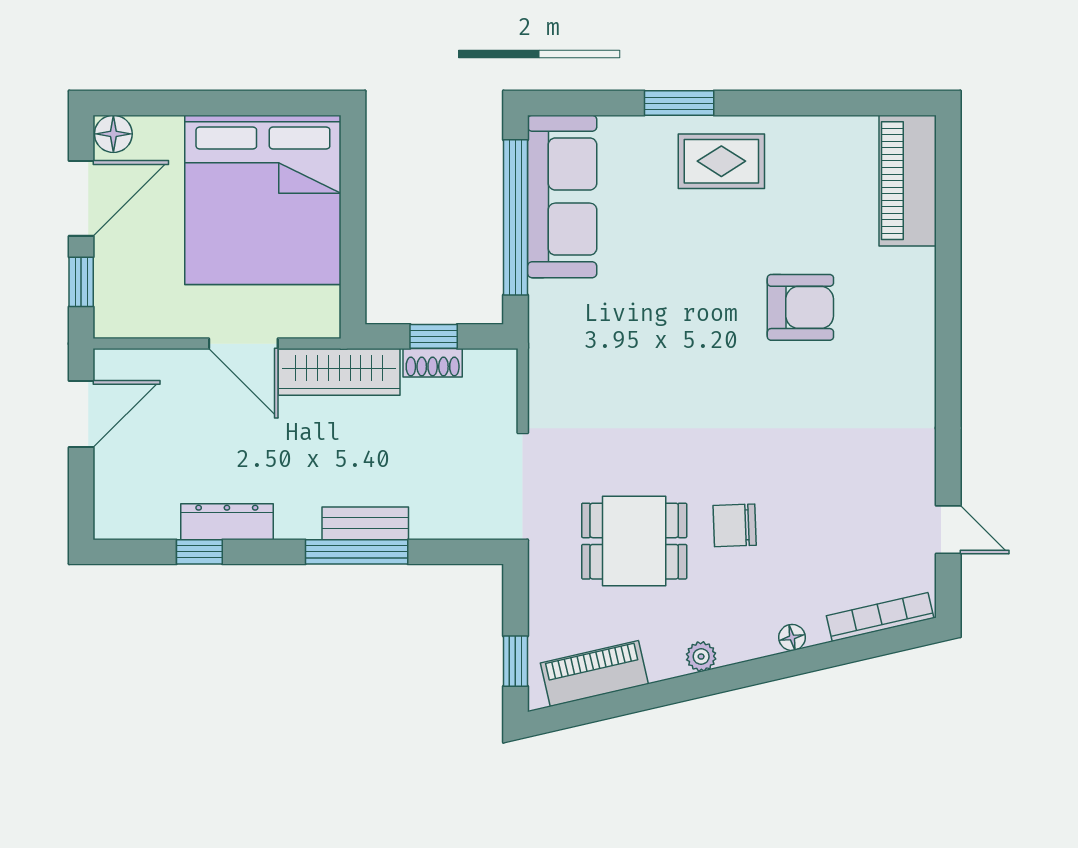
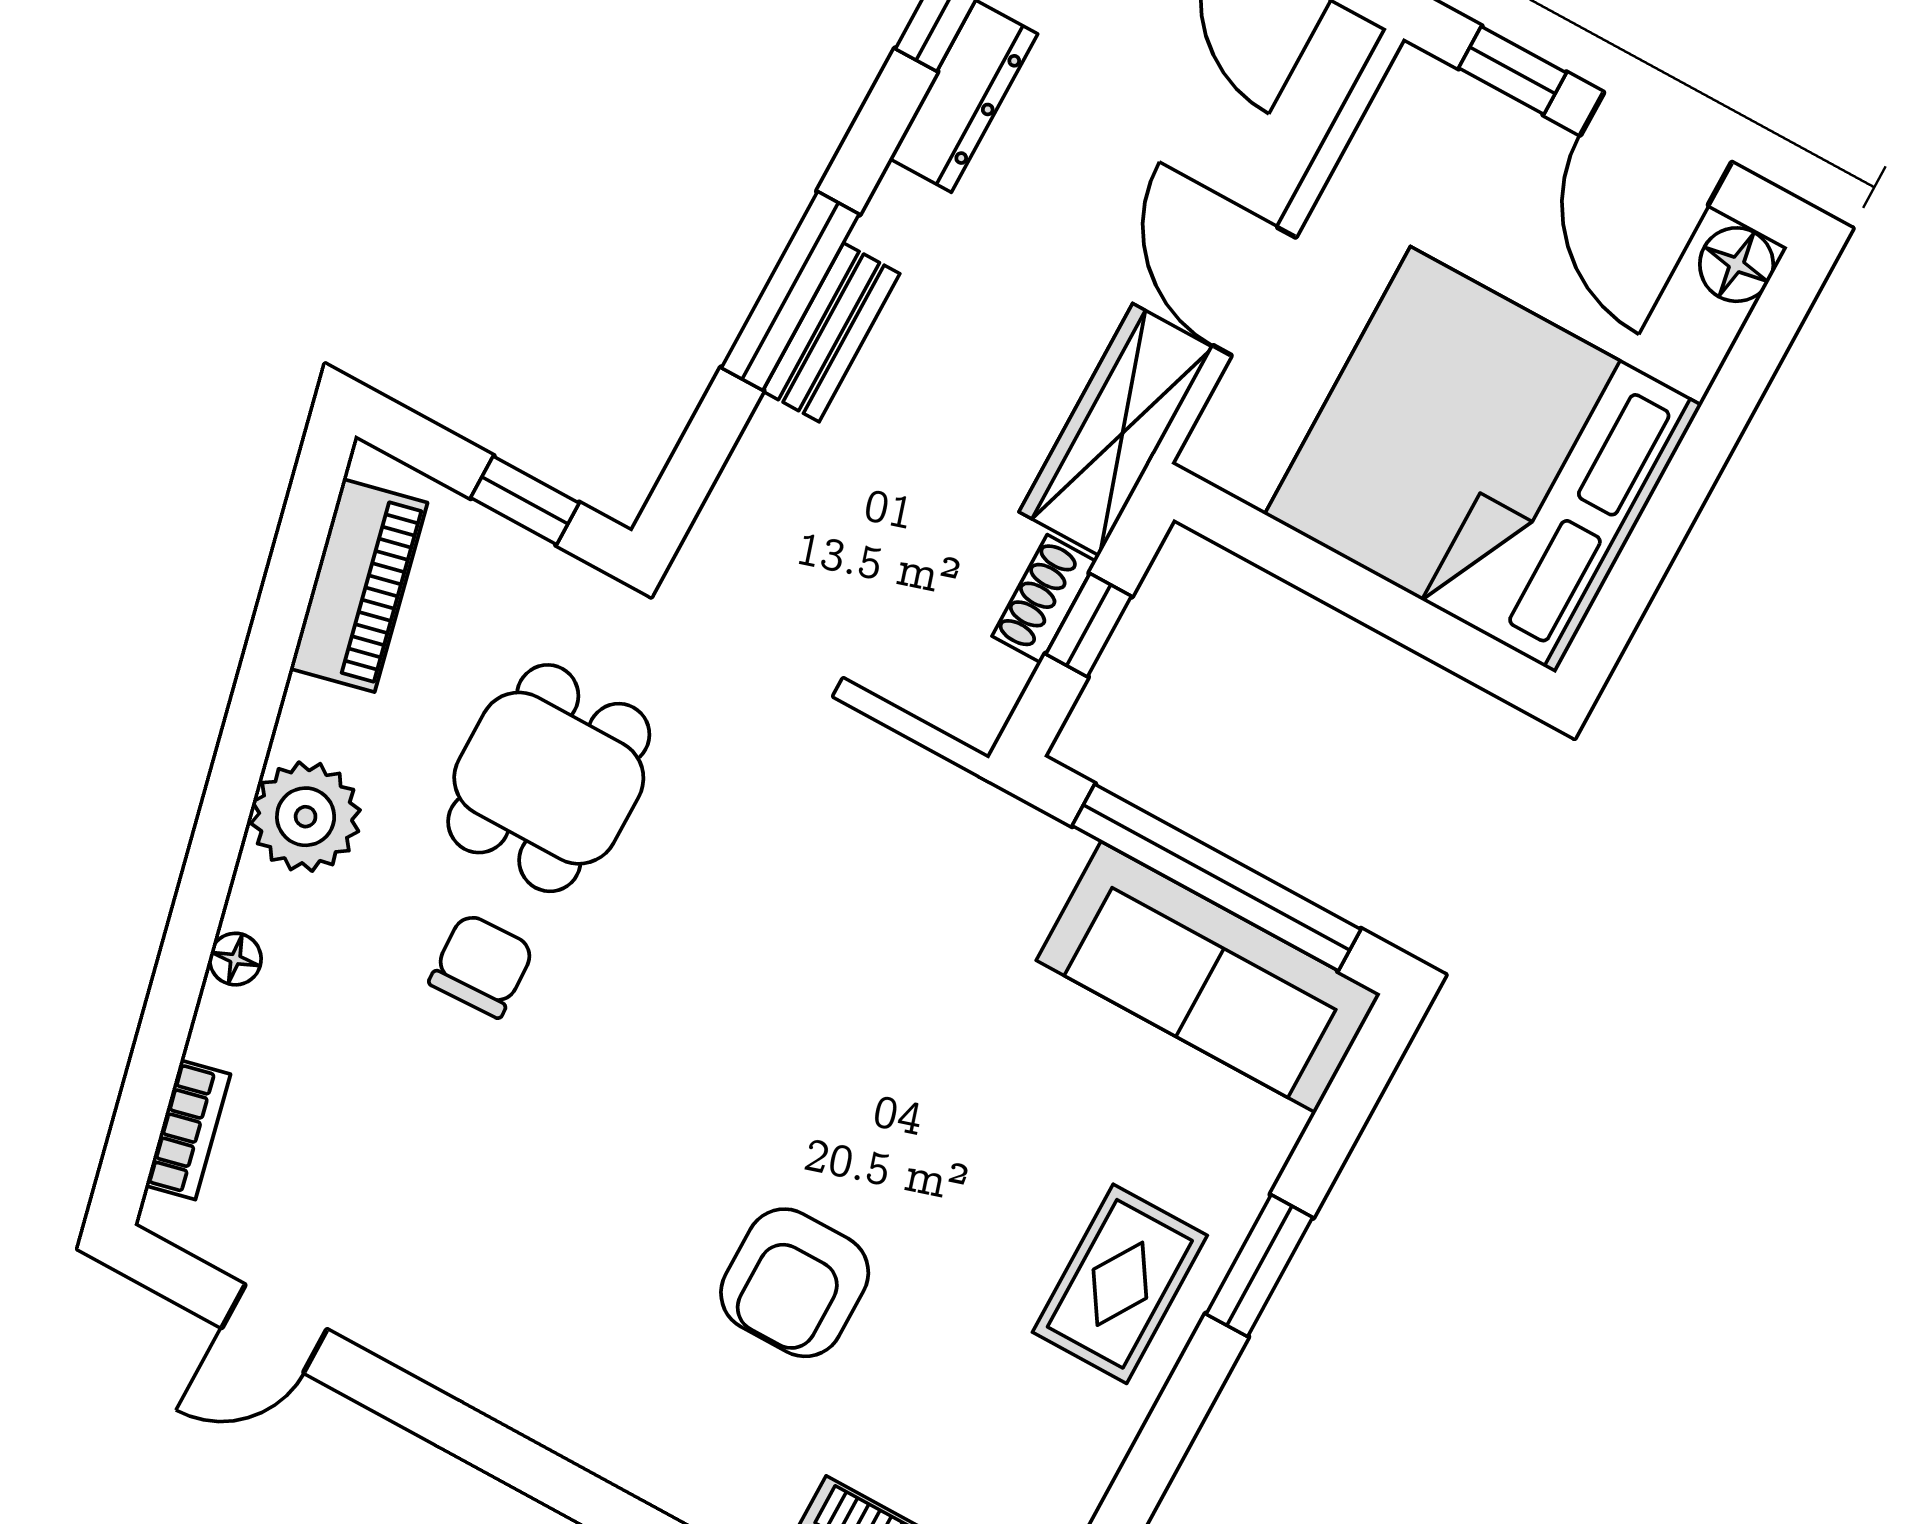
door: (243, 344) -> (1254, 291), hinge flipped
bookcase: (880, 617) -> (188, 1130), width x0.64
plant: (701, 657) -> (306, 817), width x1.88, depth x1.88
window: (515, 661) -> (525, 500), moved

